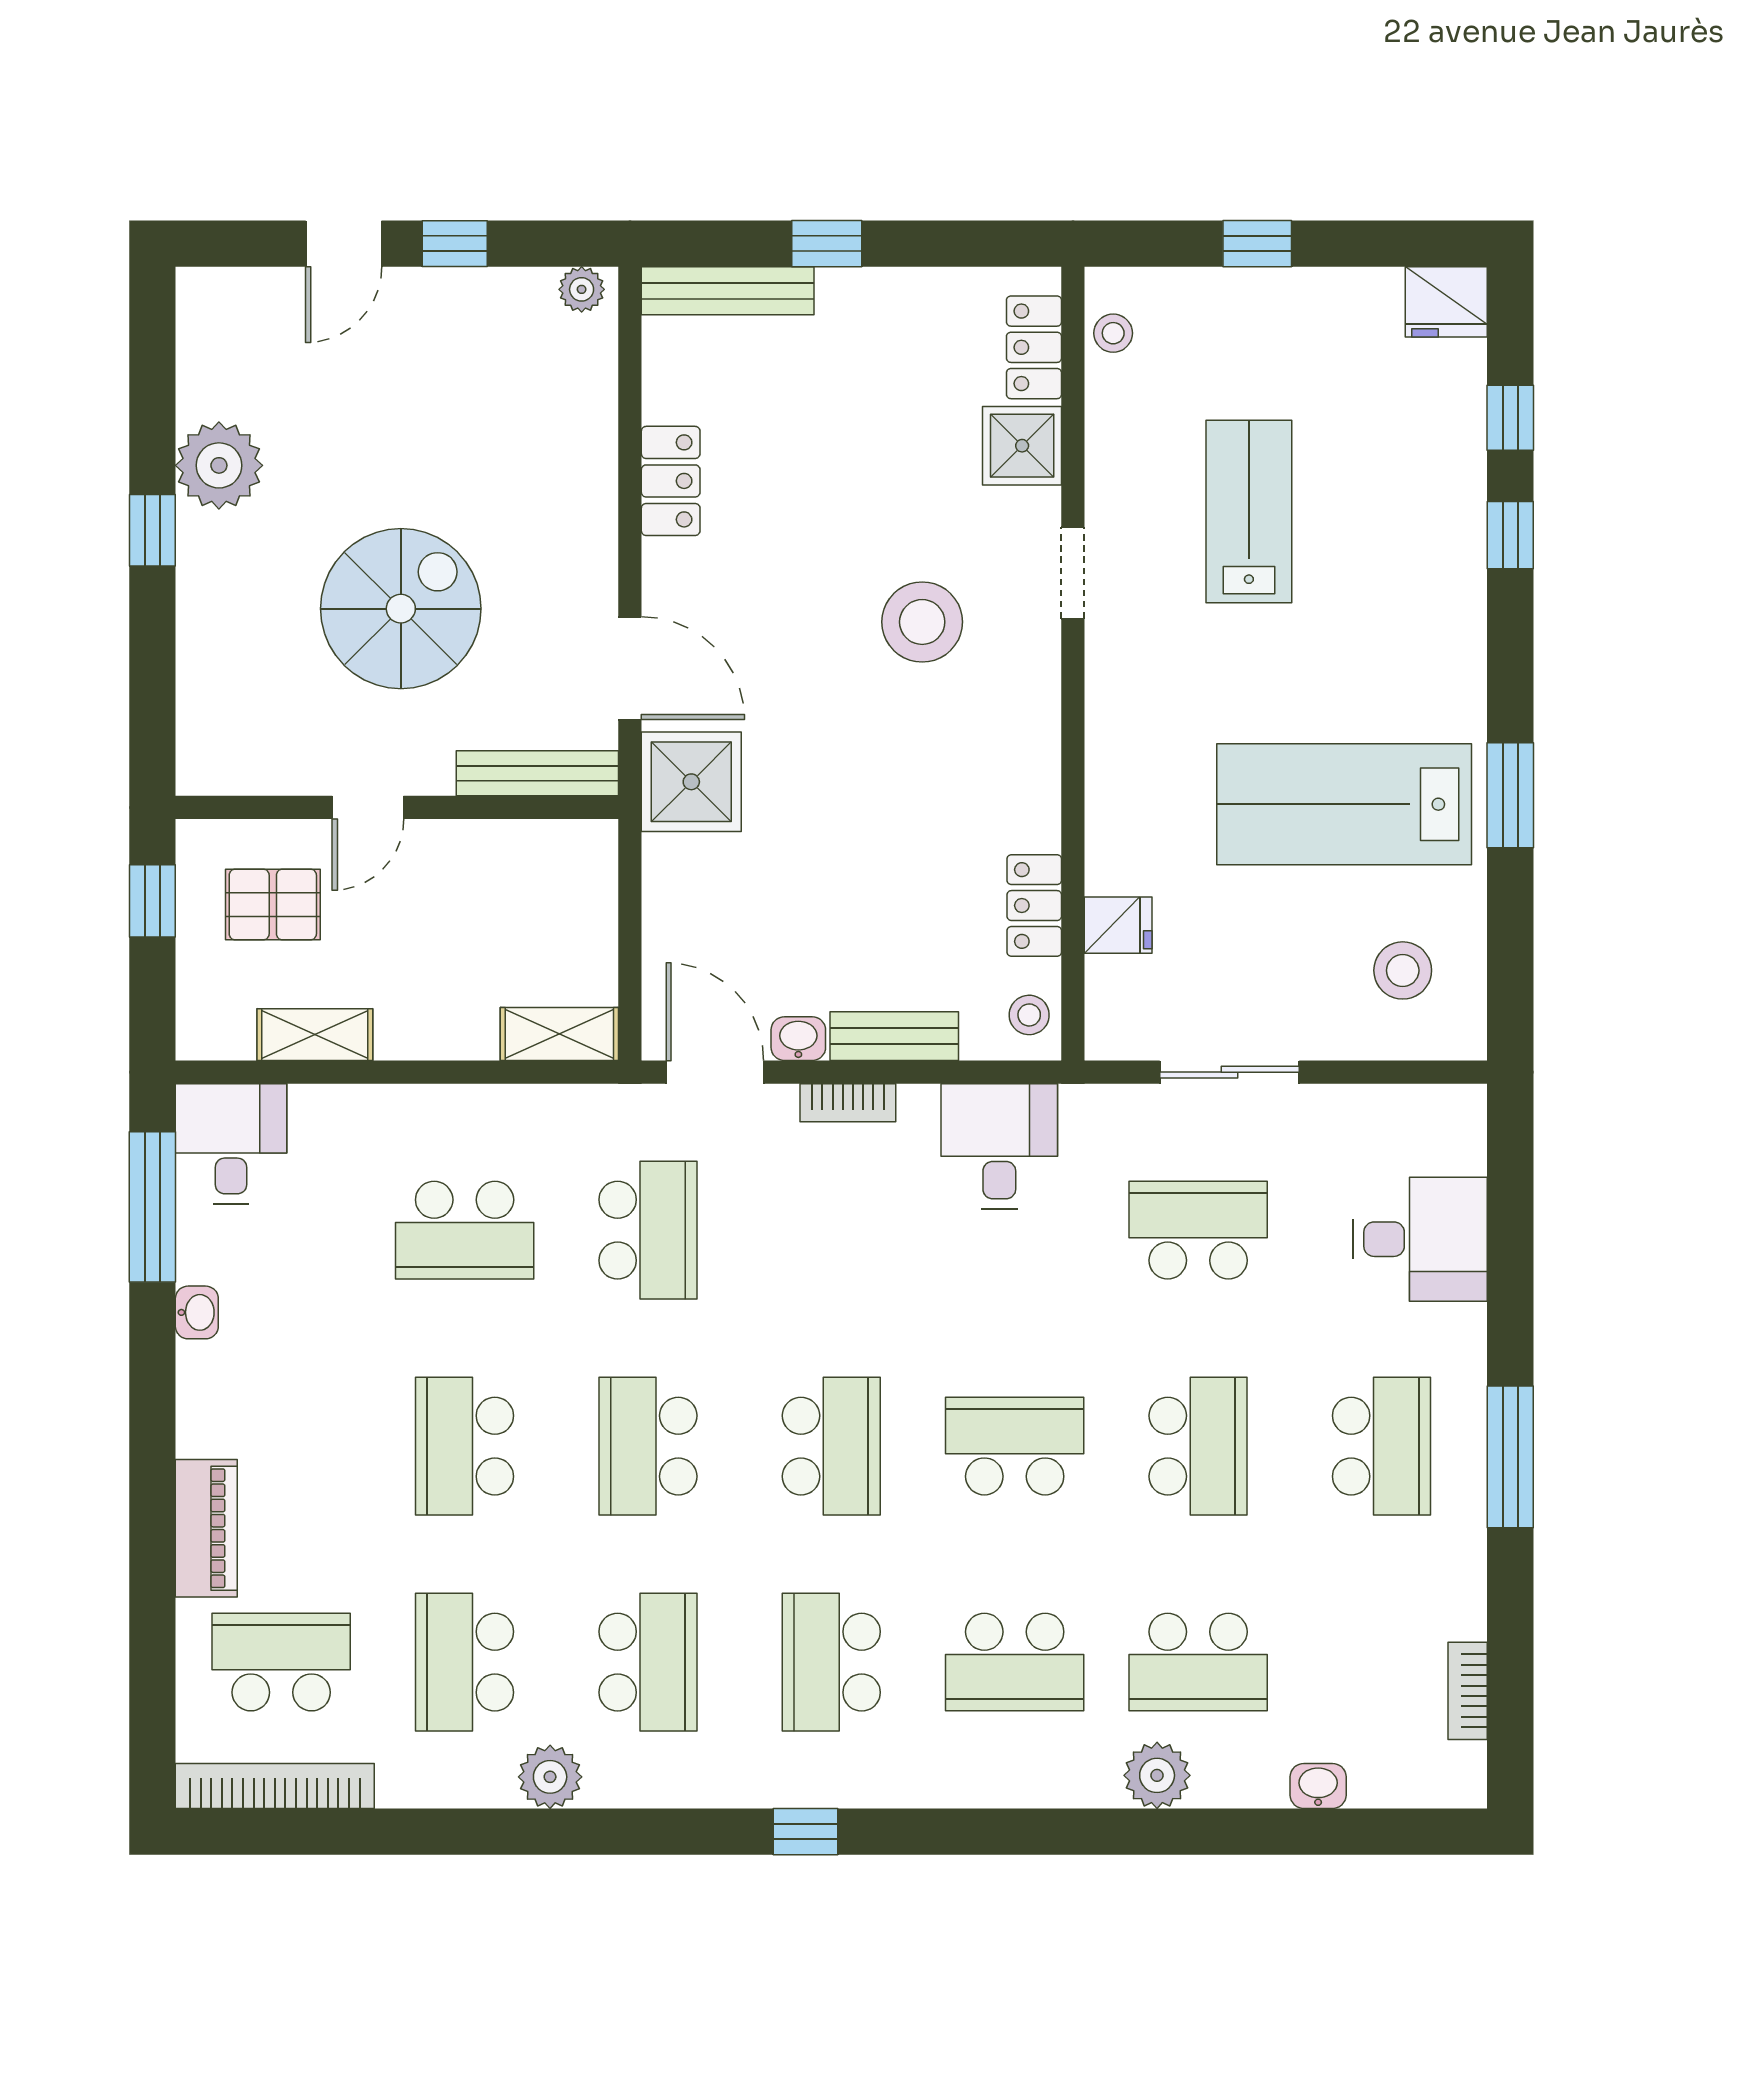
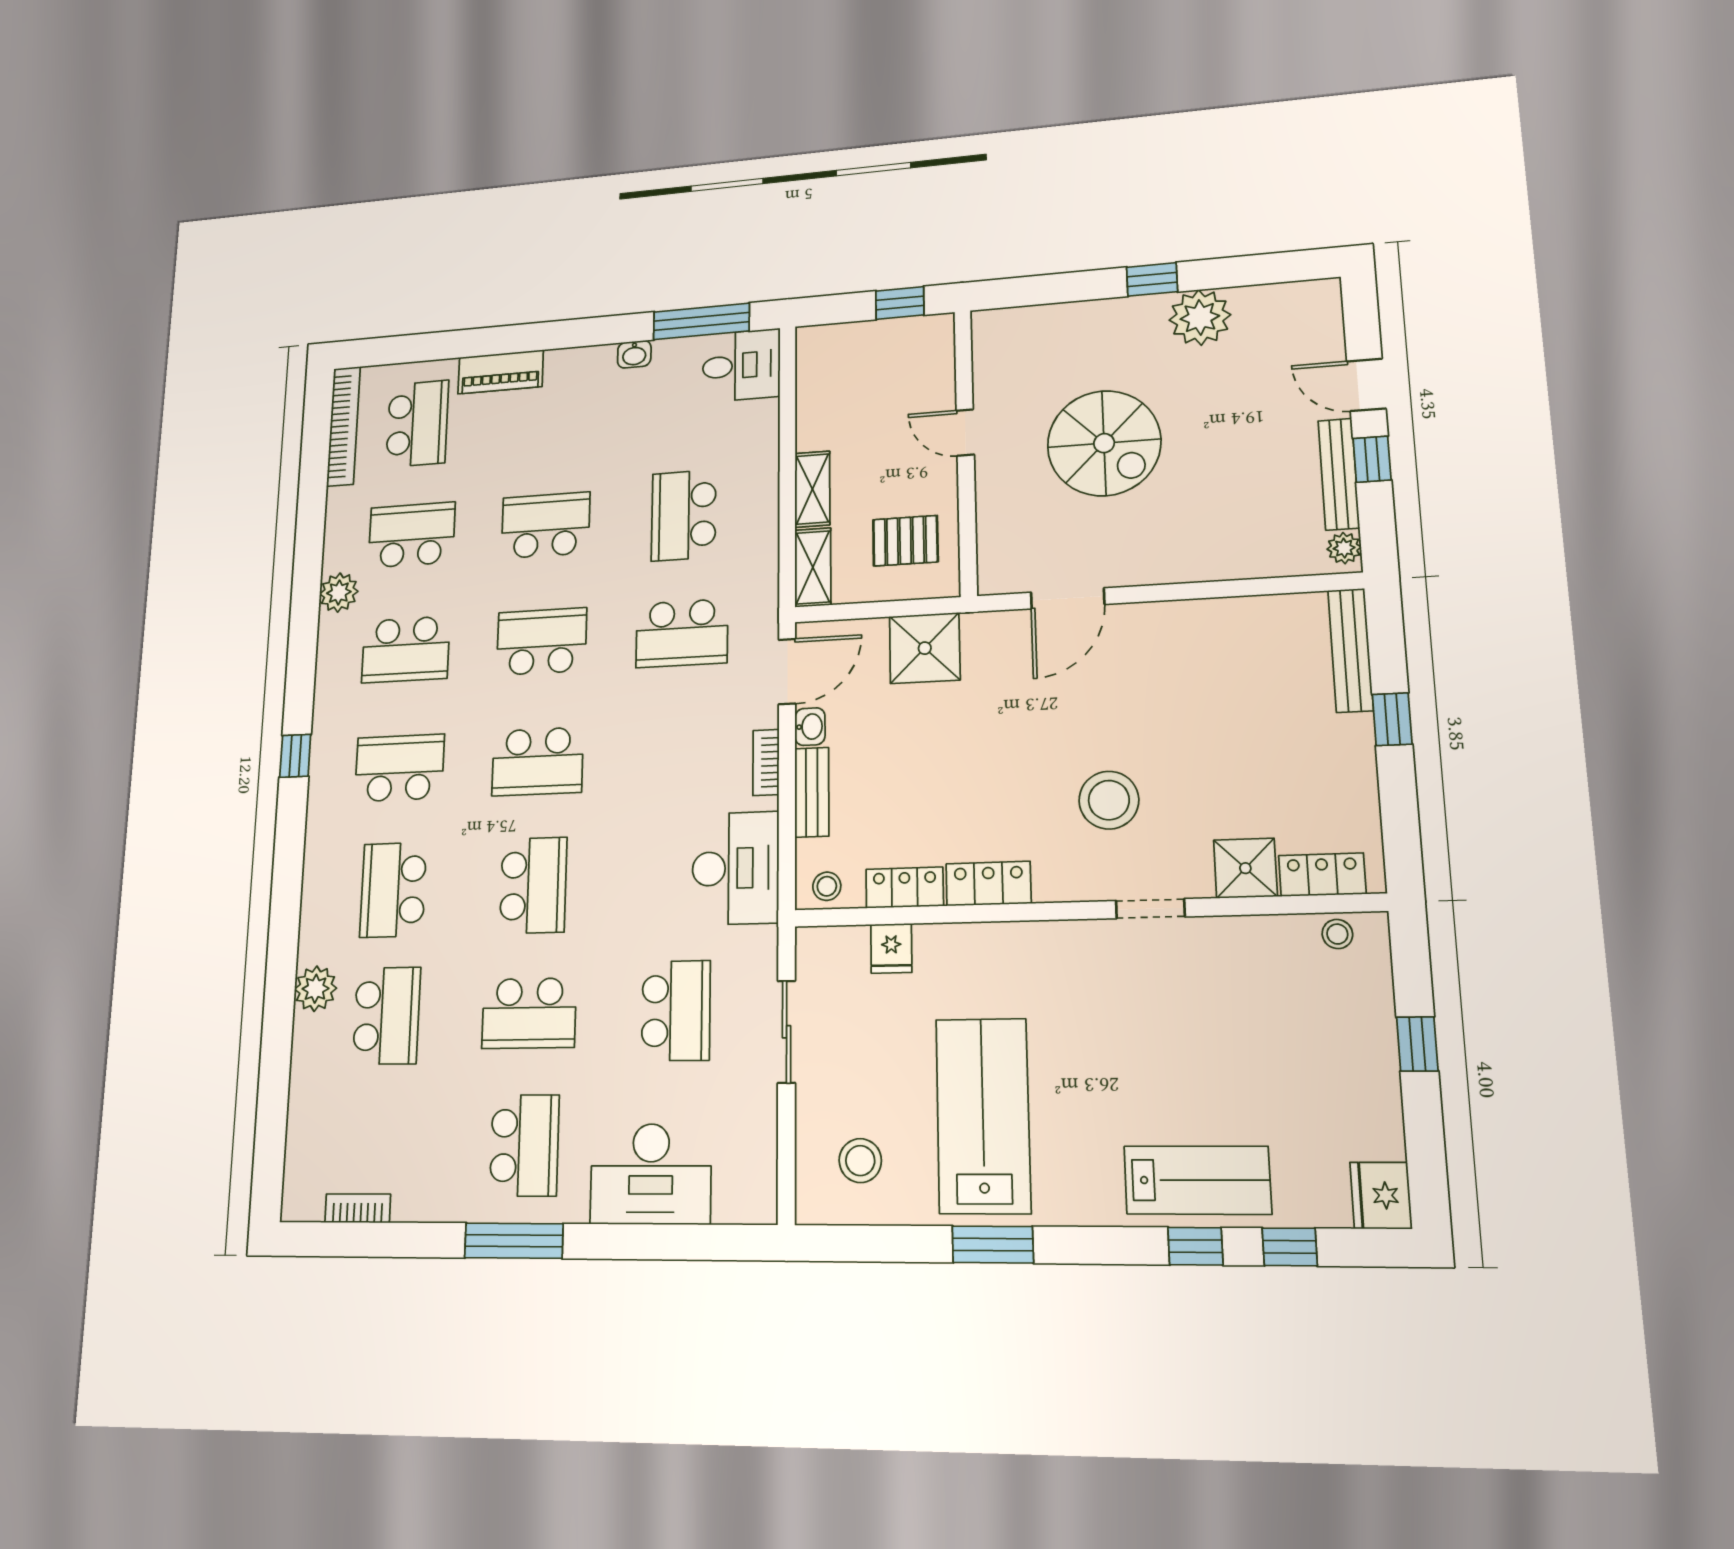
locker: (671, 481) -> (988, 884), moved, turned 180
lab bench: (1249, 512) -> (1197, 1180), moved
bench: (537, 773) -> (1339, 474), moved
shower: (691, 782) -> (925, 648), moved
pallet: (273, 904) -> (905, 541), moved, turned 90
shelving: (315, 1035) -> (812, 489), moved
desk: (999, 1146) -> (735, 868), width x1.37
desk: (1420, 1239) -> (651, 1174), width x1.37
school desk: (1381, 1446) -> (524, 1145), turned -90
school desk: (1198, 1662) -> (387, 1016), turned 180
washbasin: (1318, 1786) -> (302, 1101), removed

